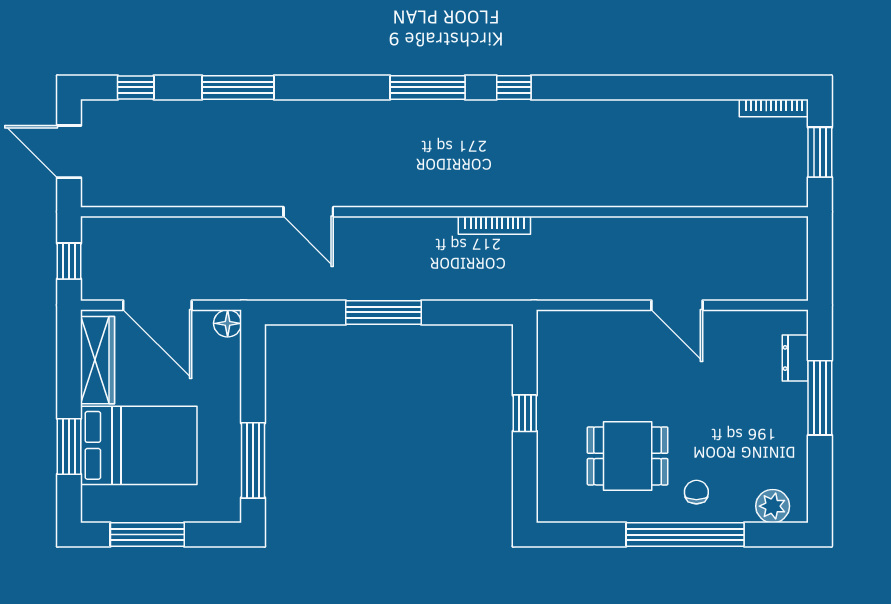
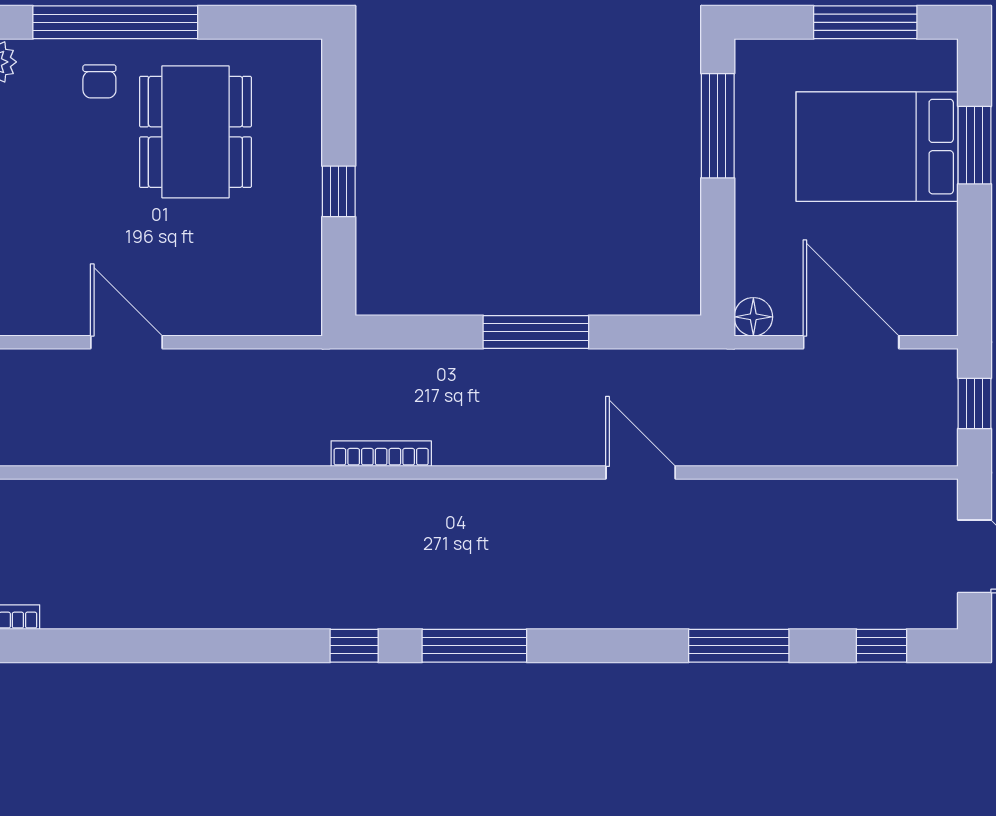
wardrobe: (98, 360) -> (935, 266), removed
dining table: (628, 456) -> (195, 132), width x1.38

